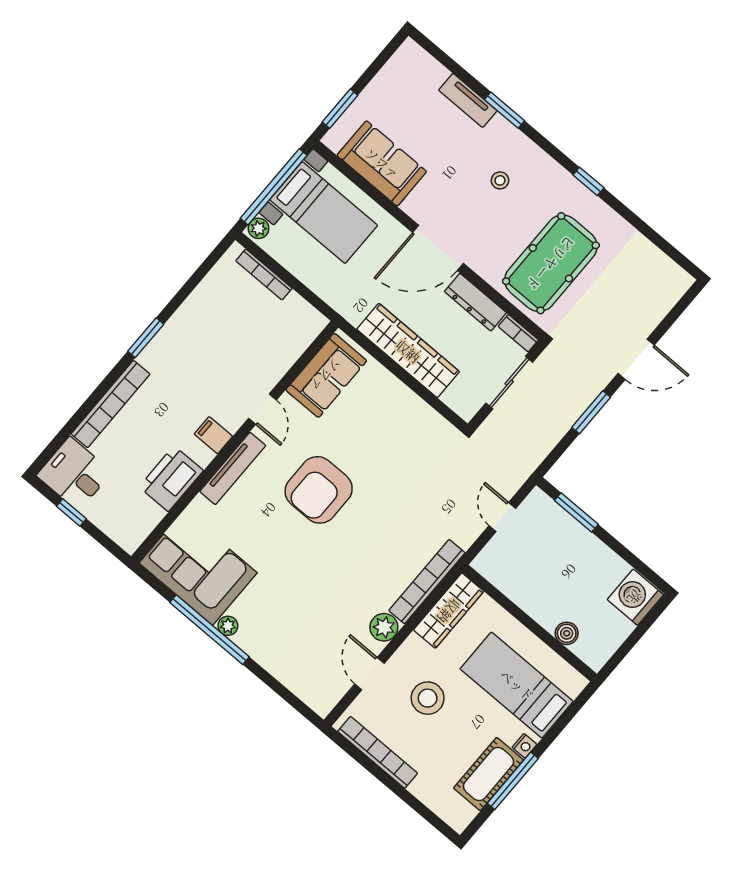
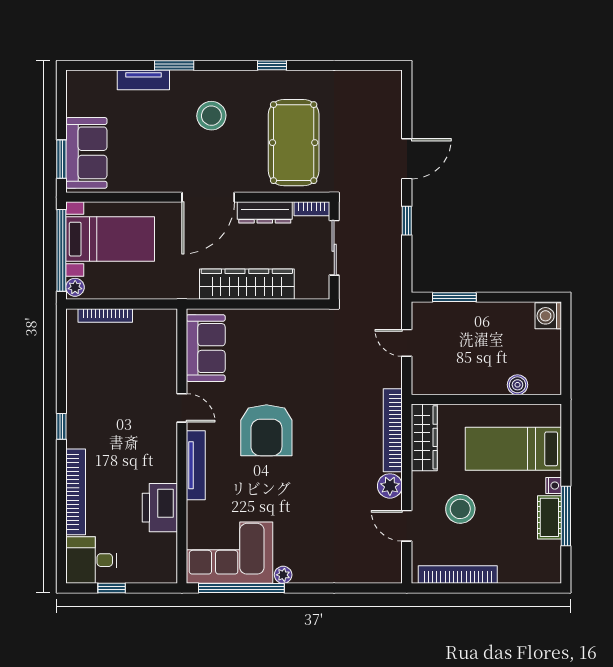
sofa: (382, 163) -> (86, 153), moved, turned 90
stool: (500, 180) -> (211, 116), width x1.89, depth x1.89
window: (146, 338) -> (61, 426), width x0.67
window: (591, 412) -> (407, 221), width x0.67
filing cabinet: (213, 435) -> (163, 454), removed
washing machine: (635, 597) -> (548, 316), width x0.73, depth x0.73
window: (210, 630) -> (241, 588), moved
cot: (488, 774) -> (549, 517), width x0.73, depth x0.75

